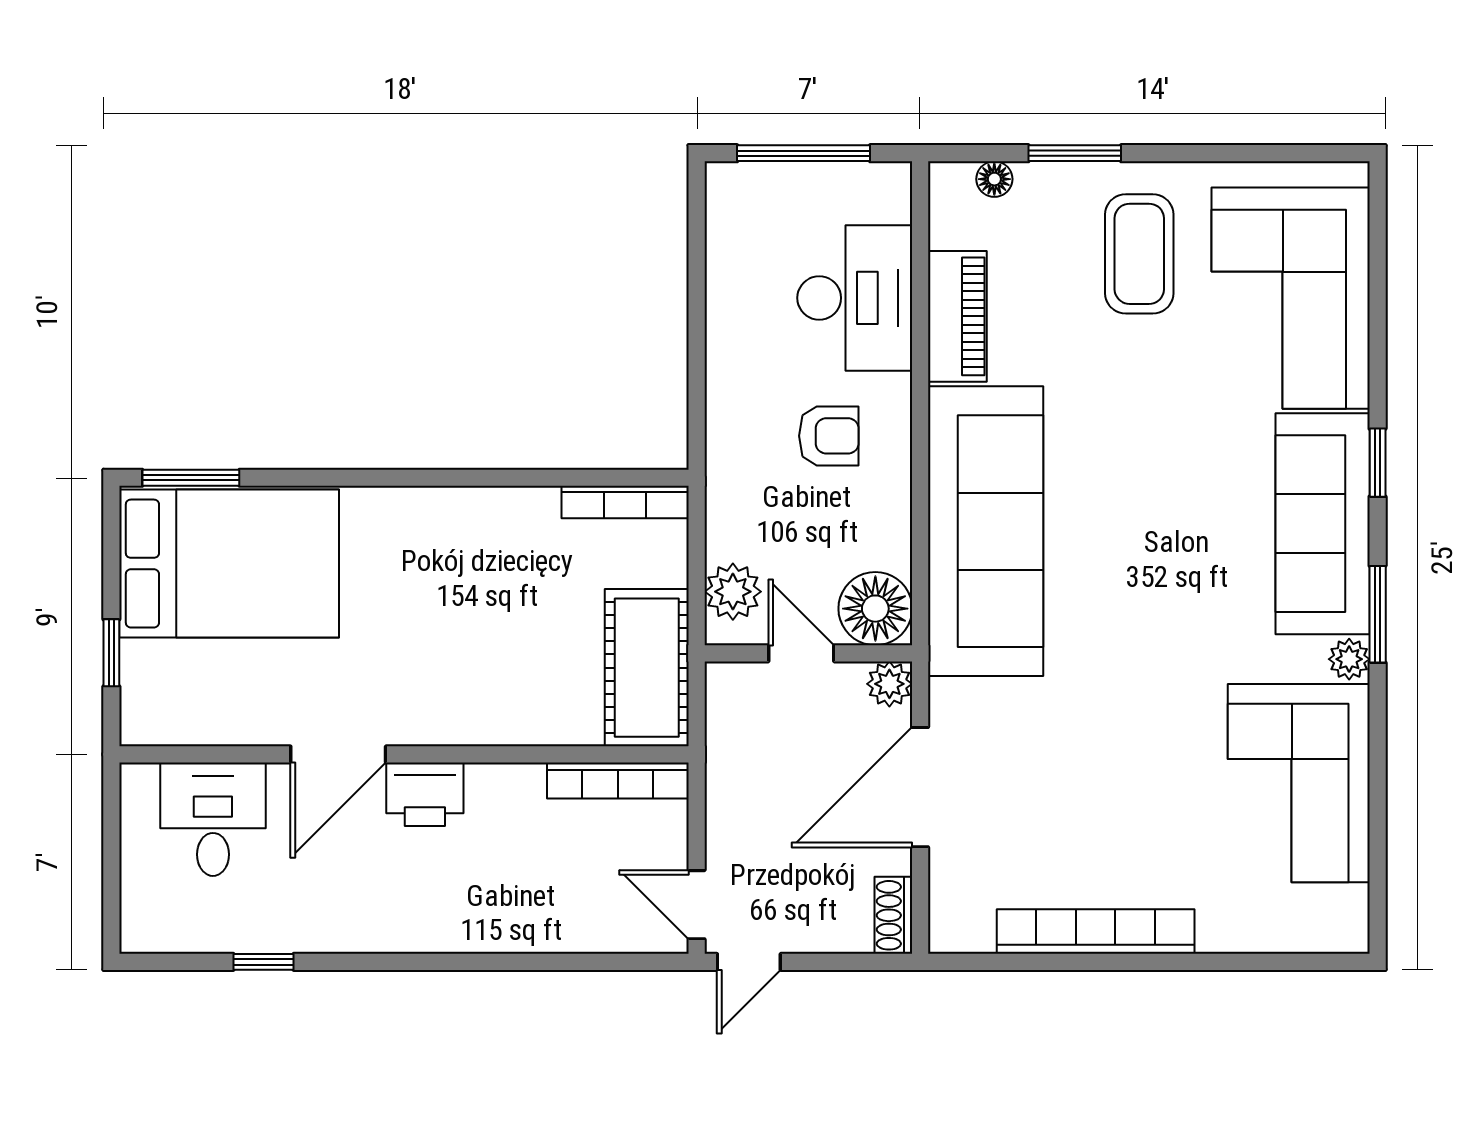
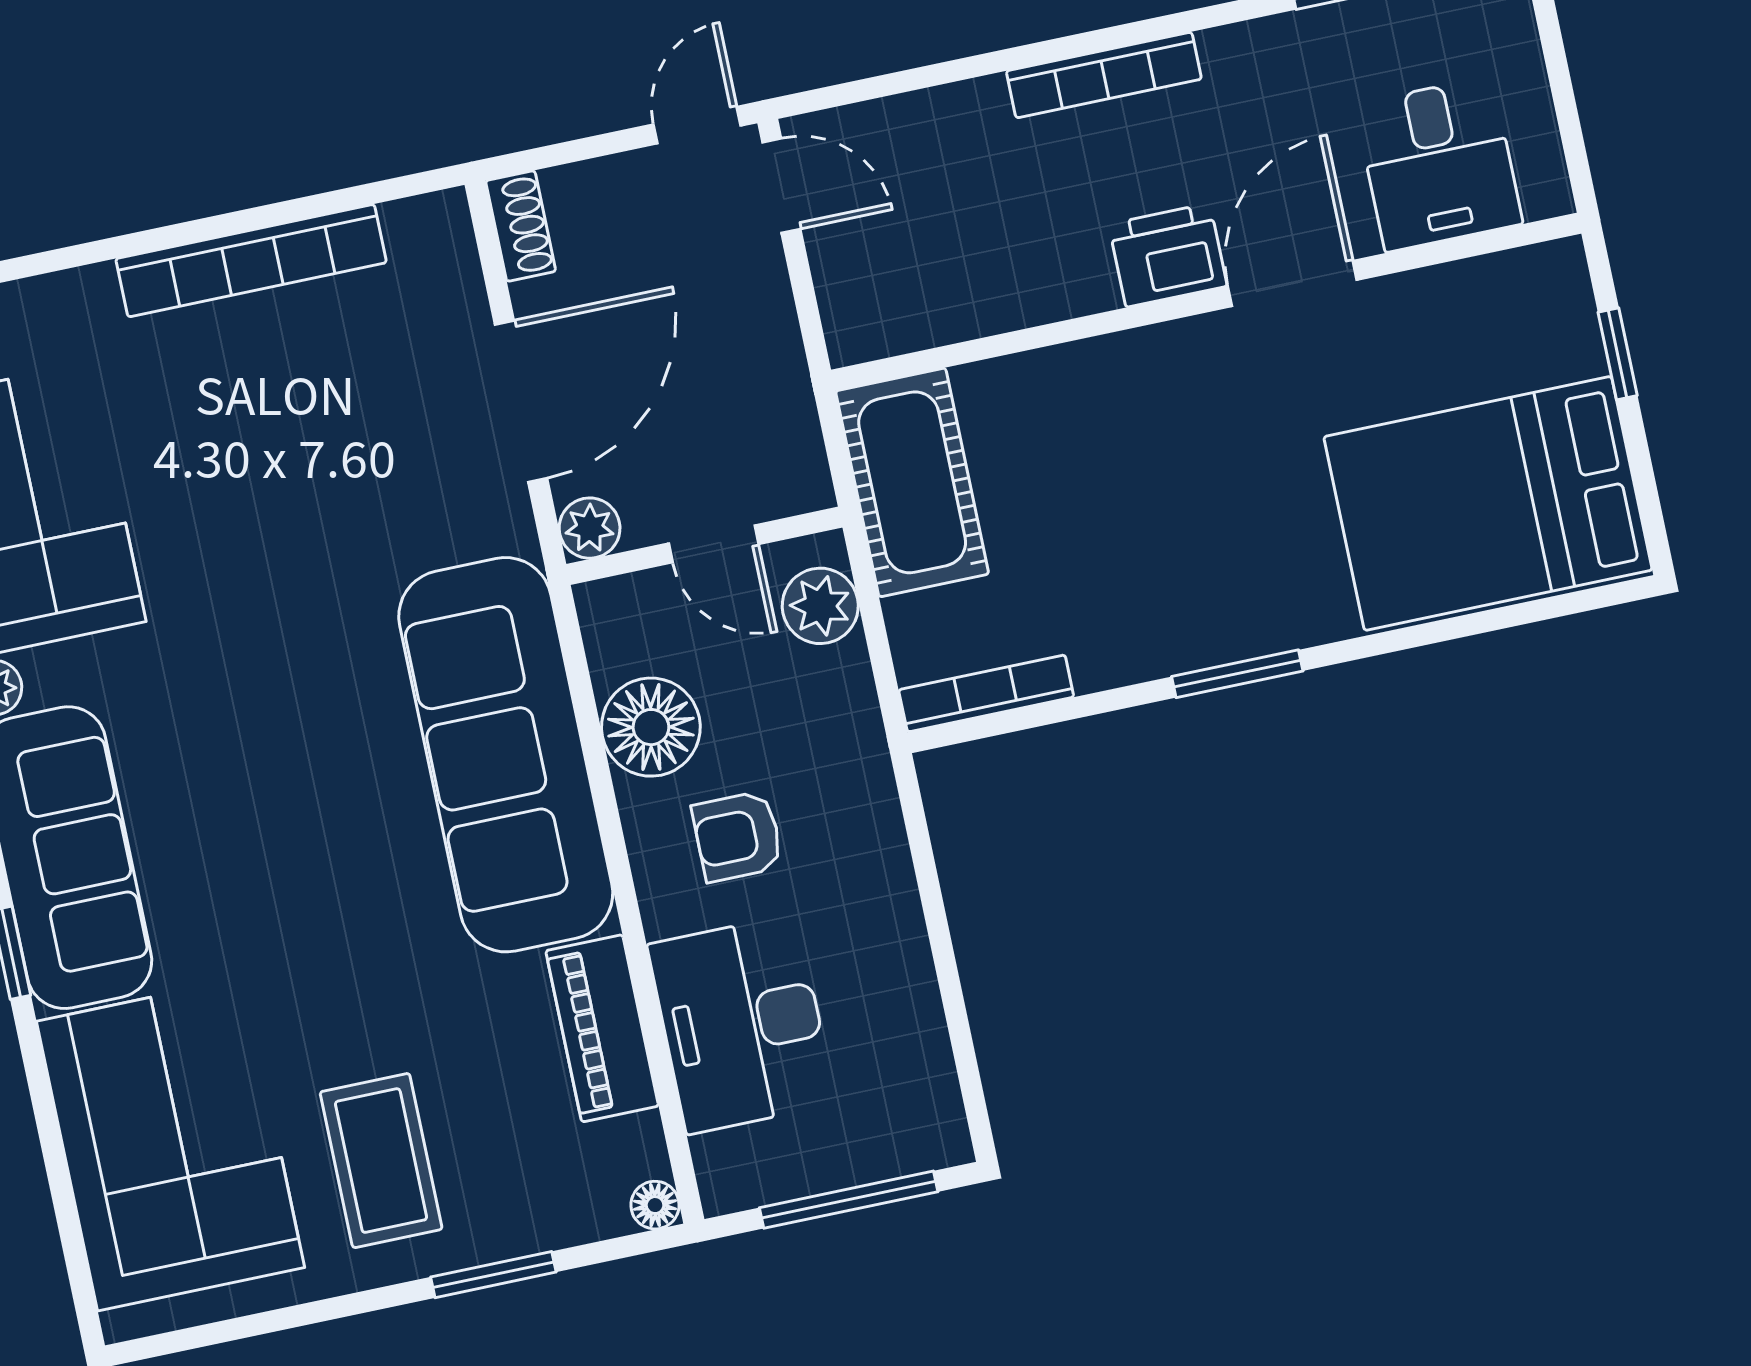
floor lamp: (994, 179) -> (655, 1205), moved
window: (191, 478) -> (1237, 674), moved
floor lamp: (875, 609) -> (651, 727), moved
bookcase: (618, 781) -> (1104, 75), moved, turned 180

